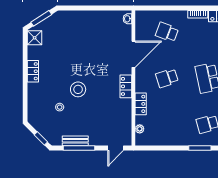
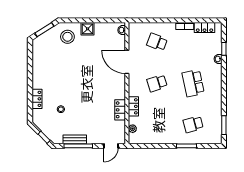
shower: (35, 38) -> (88, 29), moved
door: (133, 54) -> (127, 62), swing flipped
locker: (33, 71) -> (37, 99), moved
locker: (126, 86) -> (120, 110), moved
stool: (78, 89) -> (67, 37), moved

